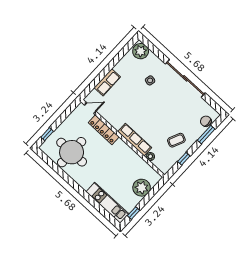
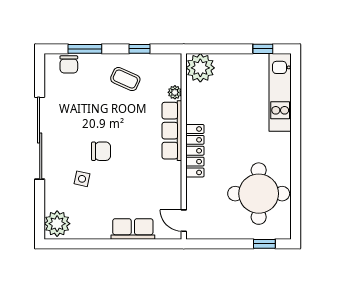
chair: (154, 100) -> (101, 151), added
locker: (104, 130) -> (195, 151), moved
plant: (142, 188) -> (200, 68), moved

